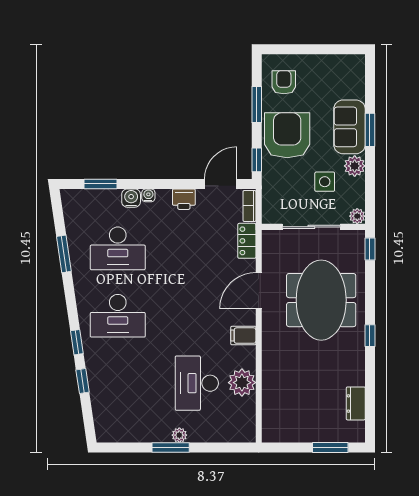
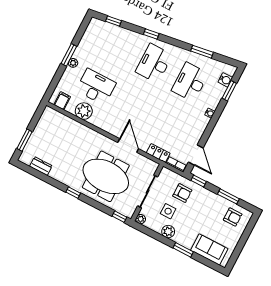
sofa: (349, 127) -> (209, 249), moved
armchair: (287, 135) -> (182, 193), moved, width x0.53, depth x0.53
water cooler: (131, 198) -> (225, 80), moved
printer: (184, 199) -> (198, 131), removed
filing cabinet: (243, 336) -> (62, 101), moved
window: (83, 381) -> (114, 21), moved

